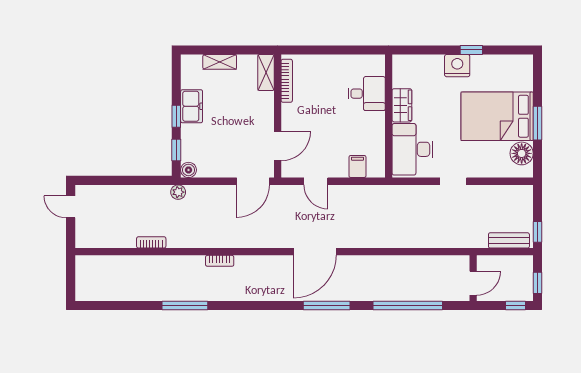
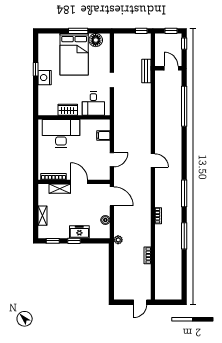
shelving: (266, 73) -> (60, 189), moved
desk: (367, 94) -> (61, 133), width x1.87, depth x1.30
freezer: (192, 106) -> (79, 232), moved
door: (278, 146) -> (79, 182), moved
desk: (413, 149) -> (93, 104), width x0.73
window: (176, 150) -> (53, 241), moved
boiler: (189, 170) -> (105, 220), moved
door: (71, 207) -> (140, 302), moved
bench: (509, 240) -> (146, 71), moved
door: (315, 252) -> (153, 160), width x0.53
window: (327, 305) -> (184, 193), moved

